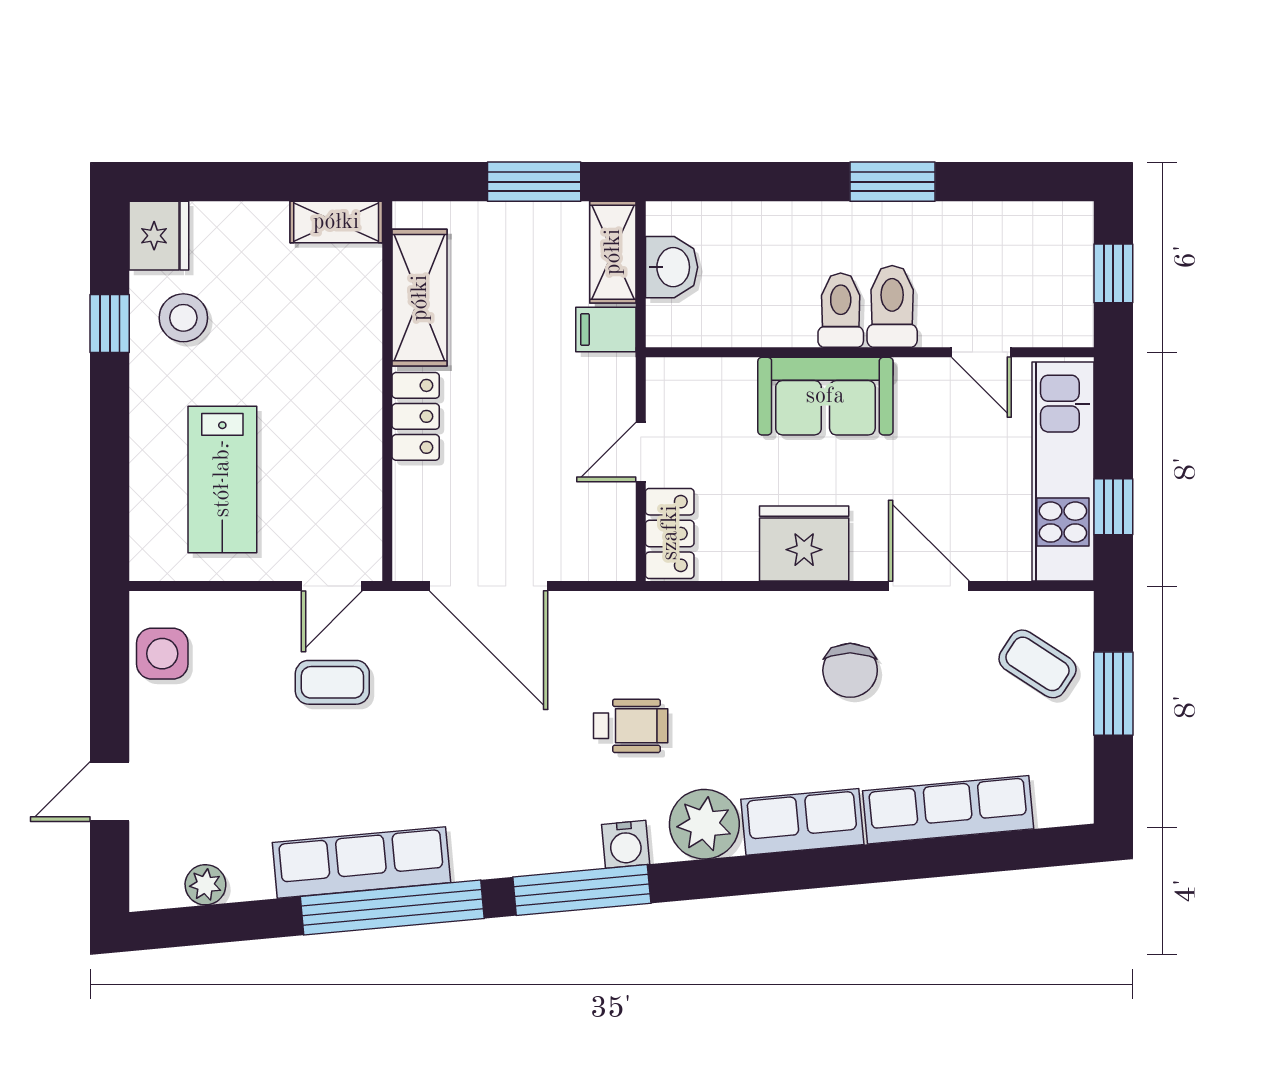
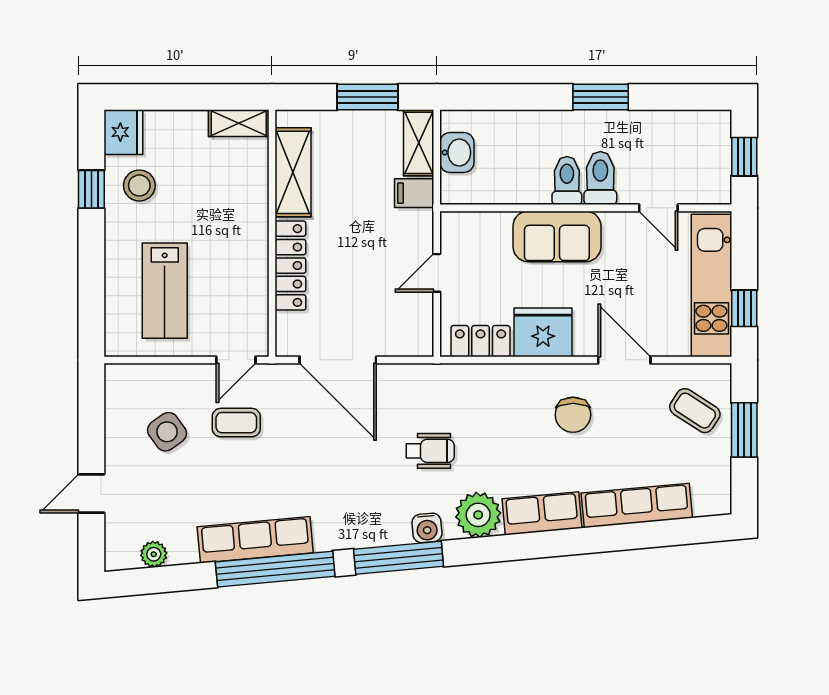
locker: (416, 416) -> (290, 266), width x1.53
locker: (670, 533) -> (481, 341), moved, turned -90
side table: (162, 654) -> (167, 432), moved, turned -36

